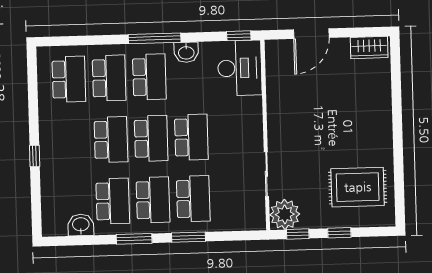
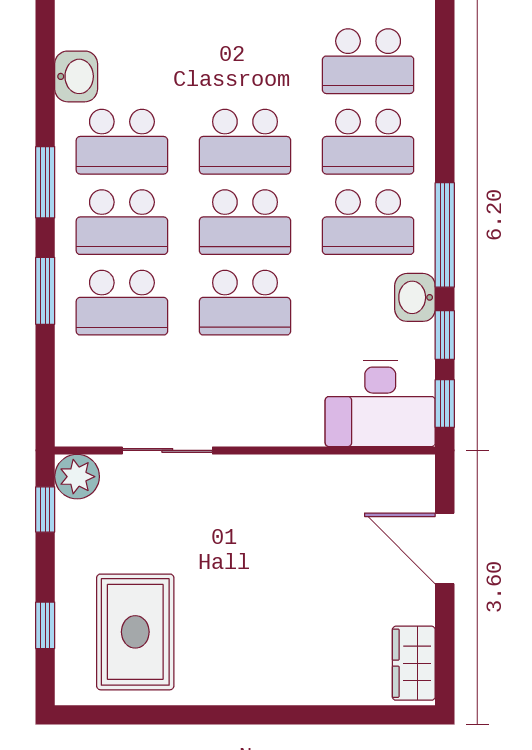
window: (205, 37) -> (445, 335), added
plant: (285, 214) -> (77, 477), width x0.73, depth x0.73
window: (339, 233) -> (45, 625), moved

